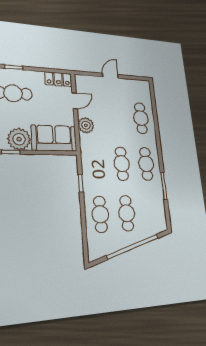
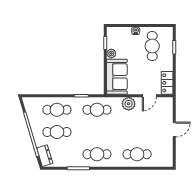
door: (110, 76) -> (174, 129), hinge flipped
door: (75, 101) -> (149, 96), hinge flipped
plant: (19, 139) -> (111, 53), width x0.53, depth x0.53
cafe table: (122, 164) -> (97, 110), moved
dresser: (155, 228) -> (45, 156), added

